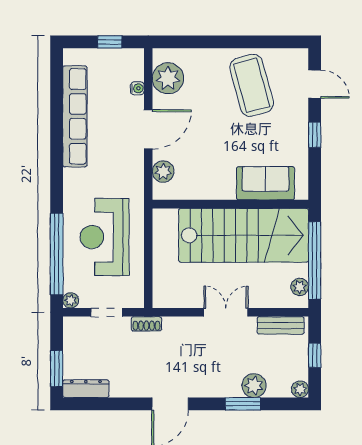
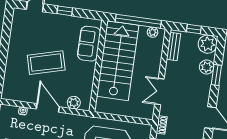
plant: (168, 78) -> (20, 92), removed
coffee table: (252, 85) -> (46, 63), moved
double door: (226, 312) -> (159, 92), moved
plant: (300, 389) -> (208, 44), width x1.88, depth x1.88

